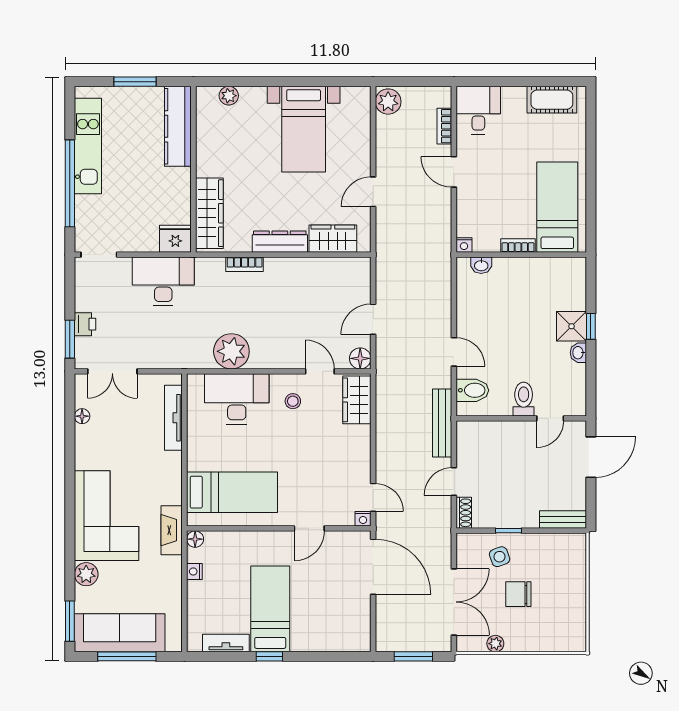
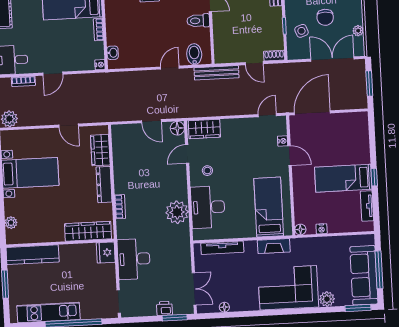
nightstand: (363, 519) -> (283, 141), moved
fireplace: (172, 530) -> (274, 246), moved

